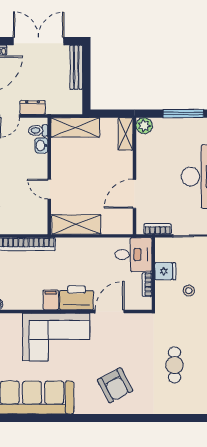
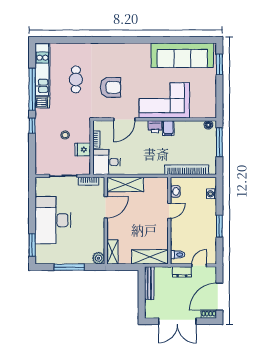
bench: (76, 67) -> (149, 283), moved
washbasin: (41, 146) -> (175, 191), moved
door: (49, 189) -> (169, 211), hinge flipped
shelving: (76, 224) -> (125, 184), moved
printer: (76, 298) -> (155, 127), width x0.53, depth x0.68
armchair: (115, 385) -> (110, 87), moved, turned 118

